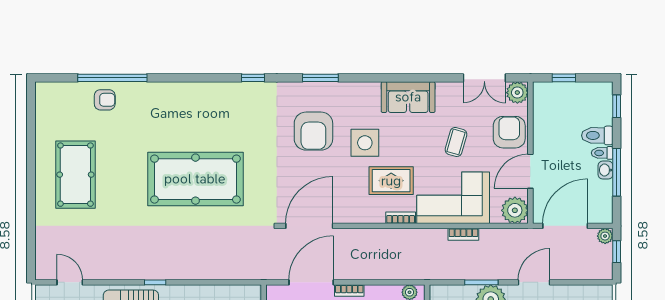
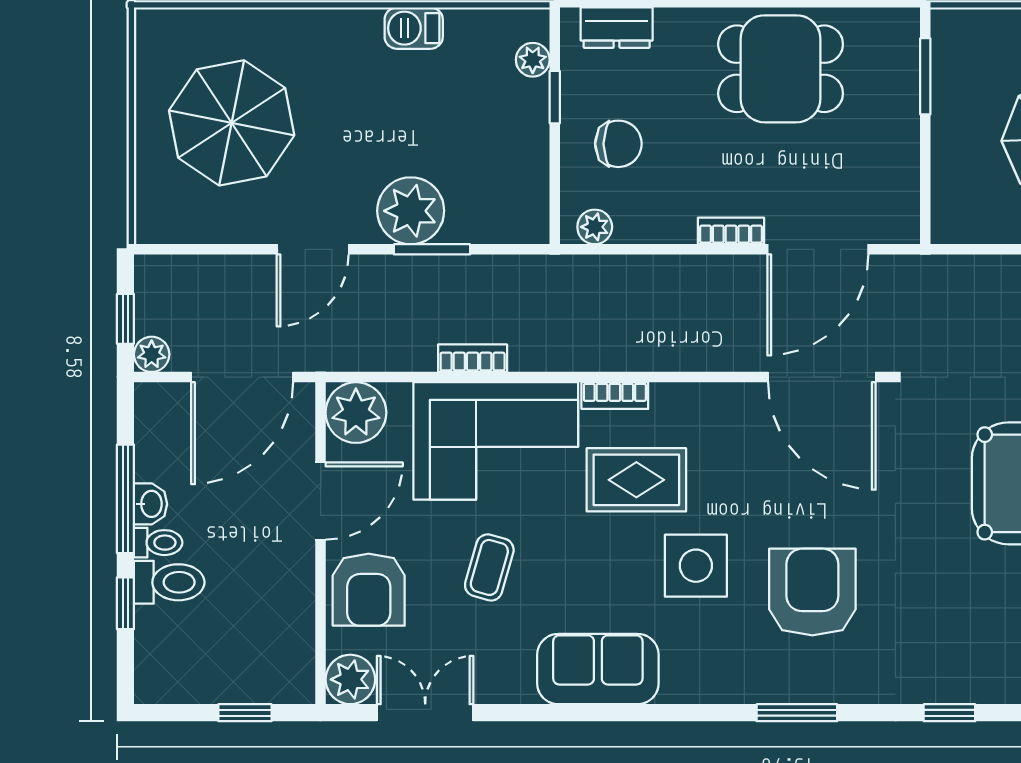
window: (617, 106) -> (125, 603), moved
door: (309, 226) -> (822, 377), hinge flipped

